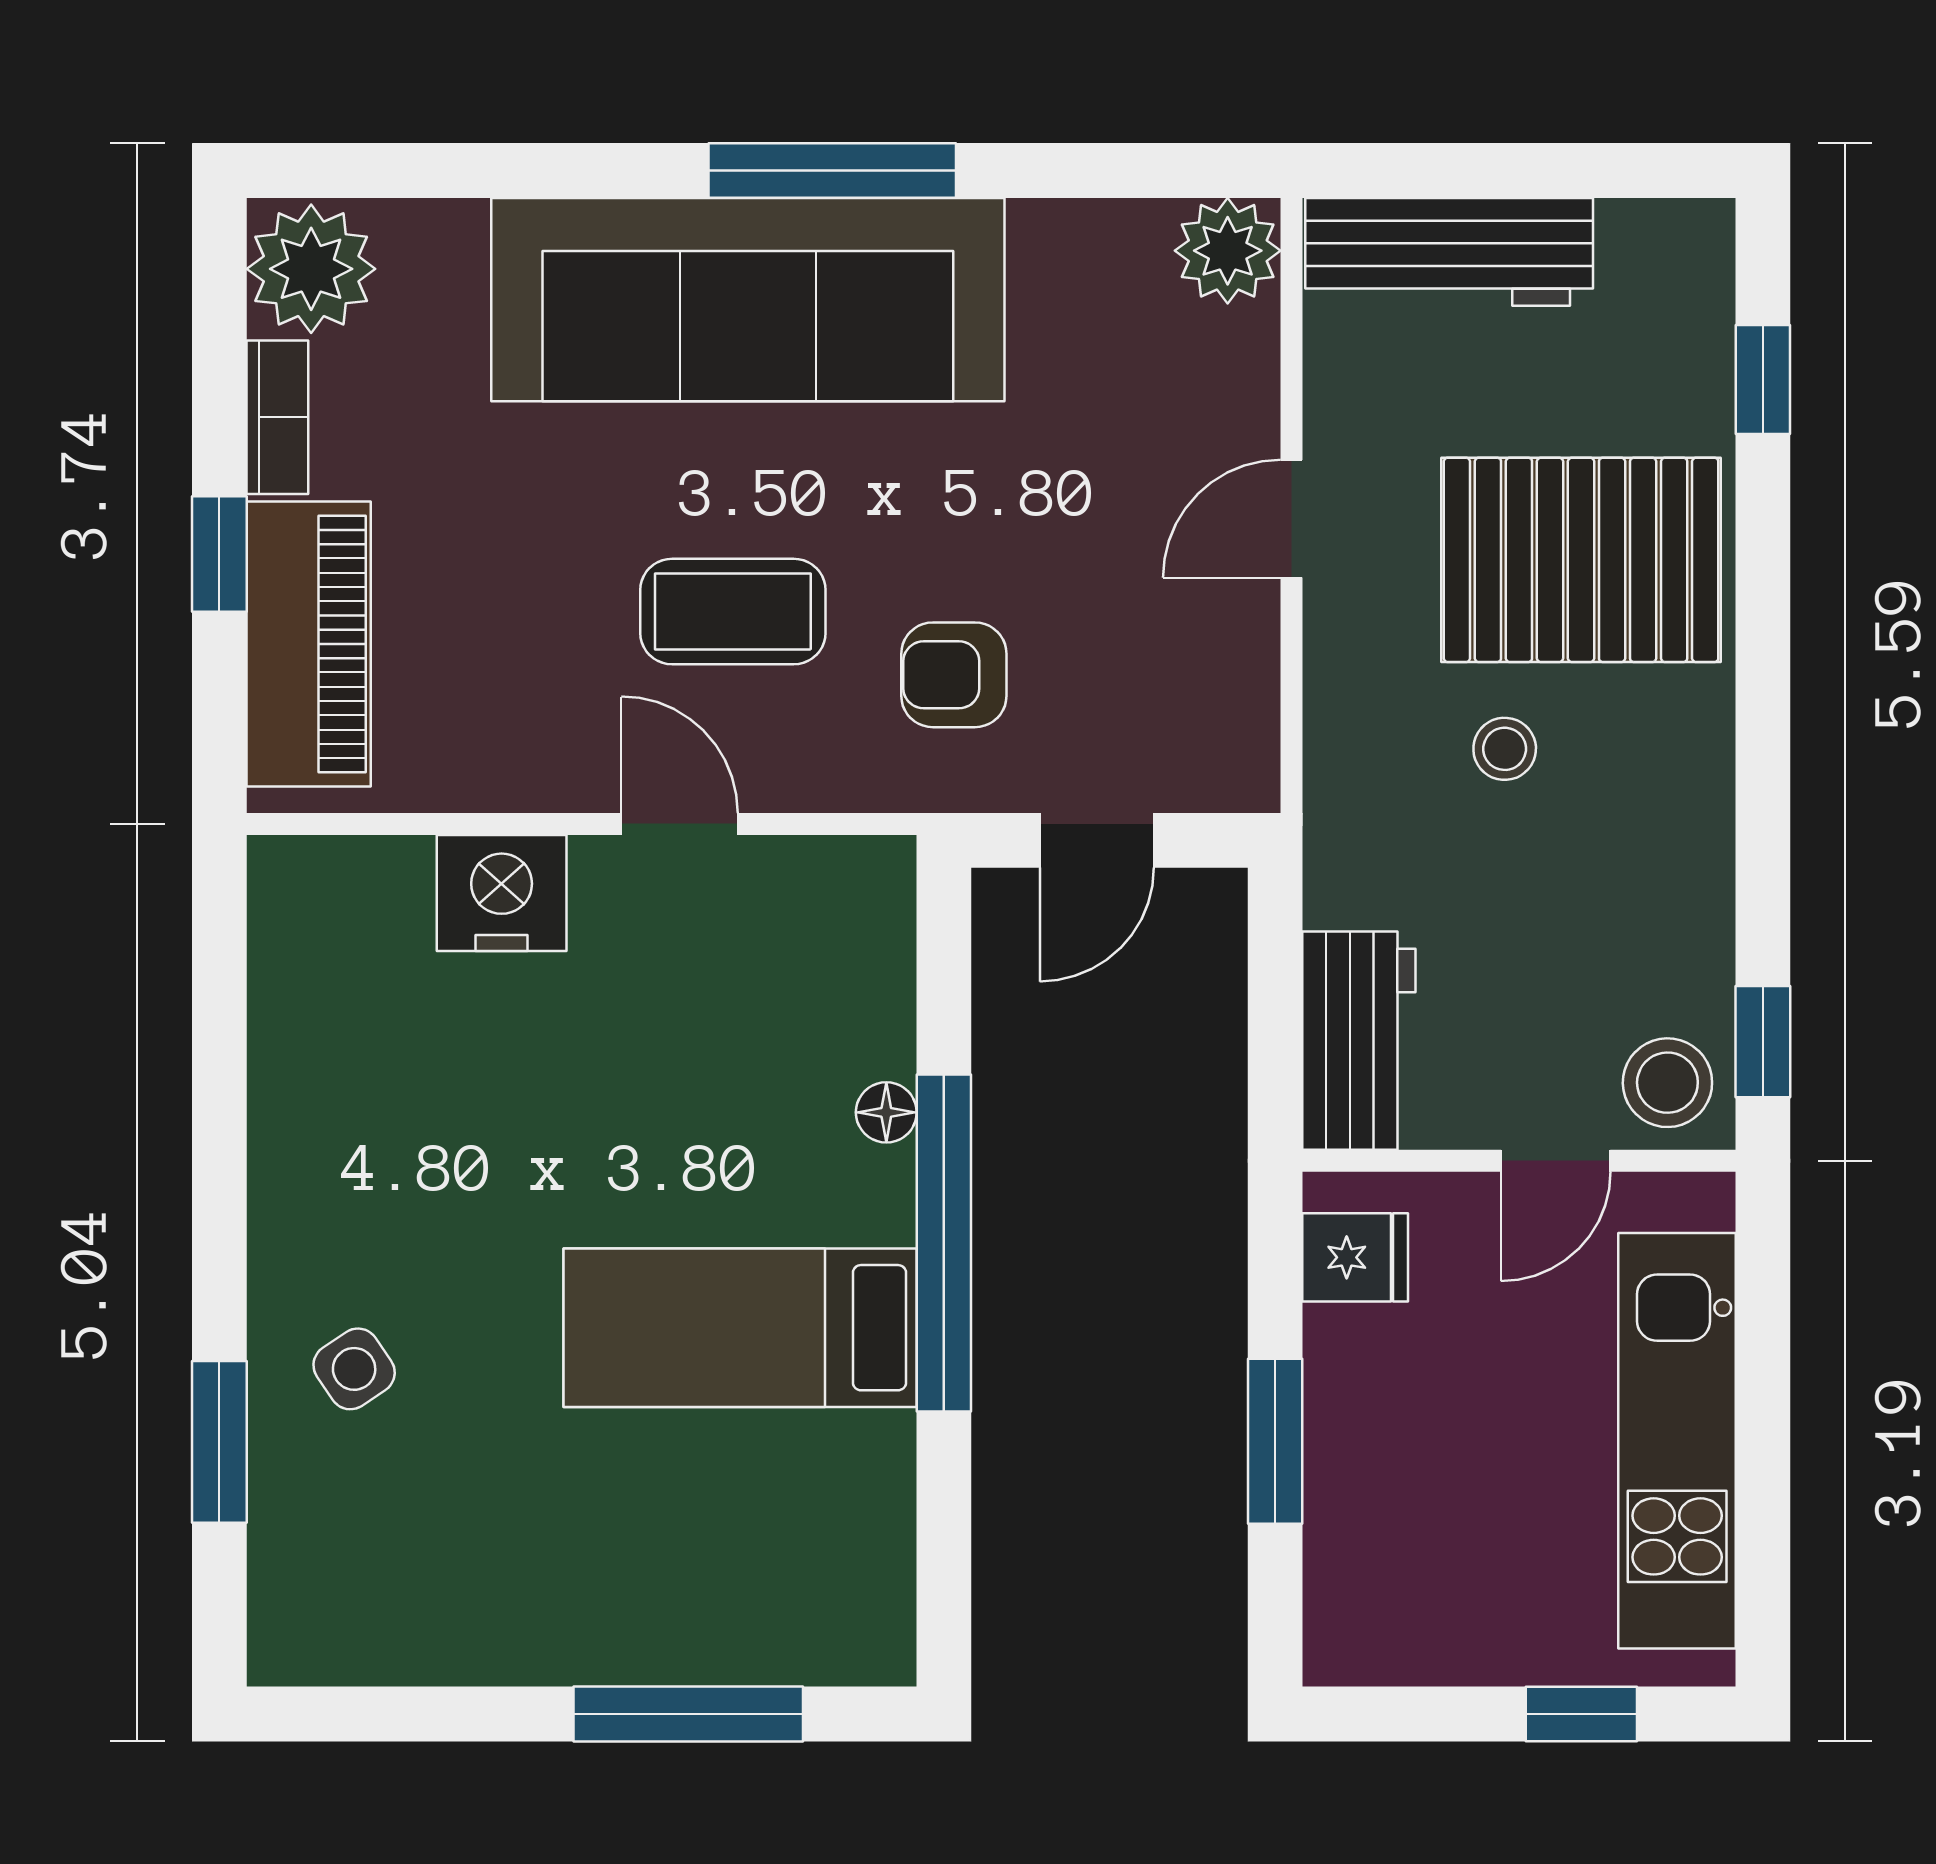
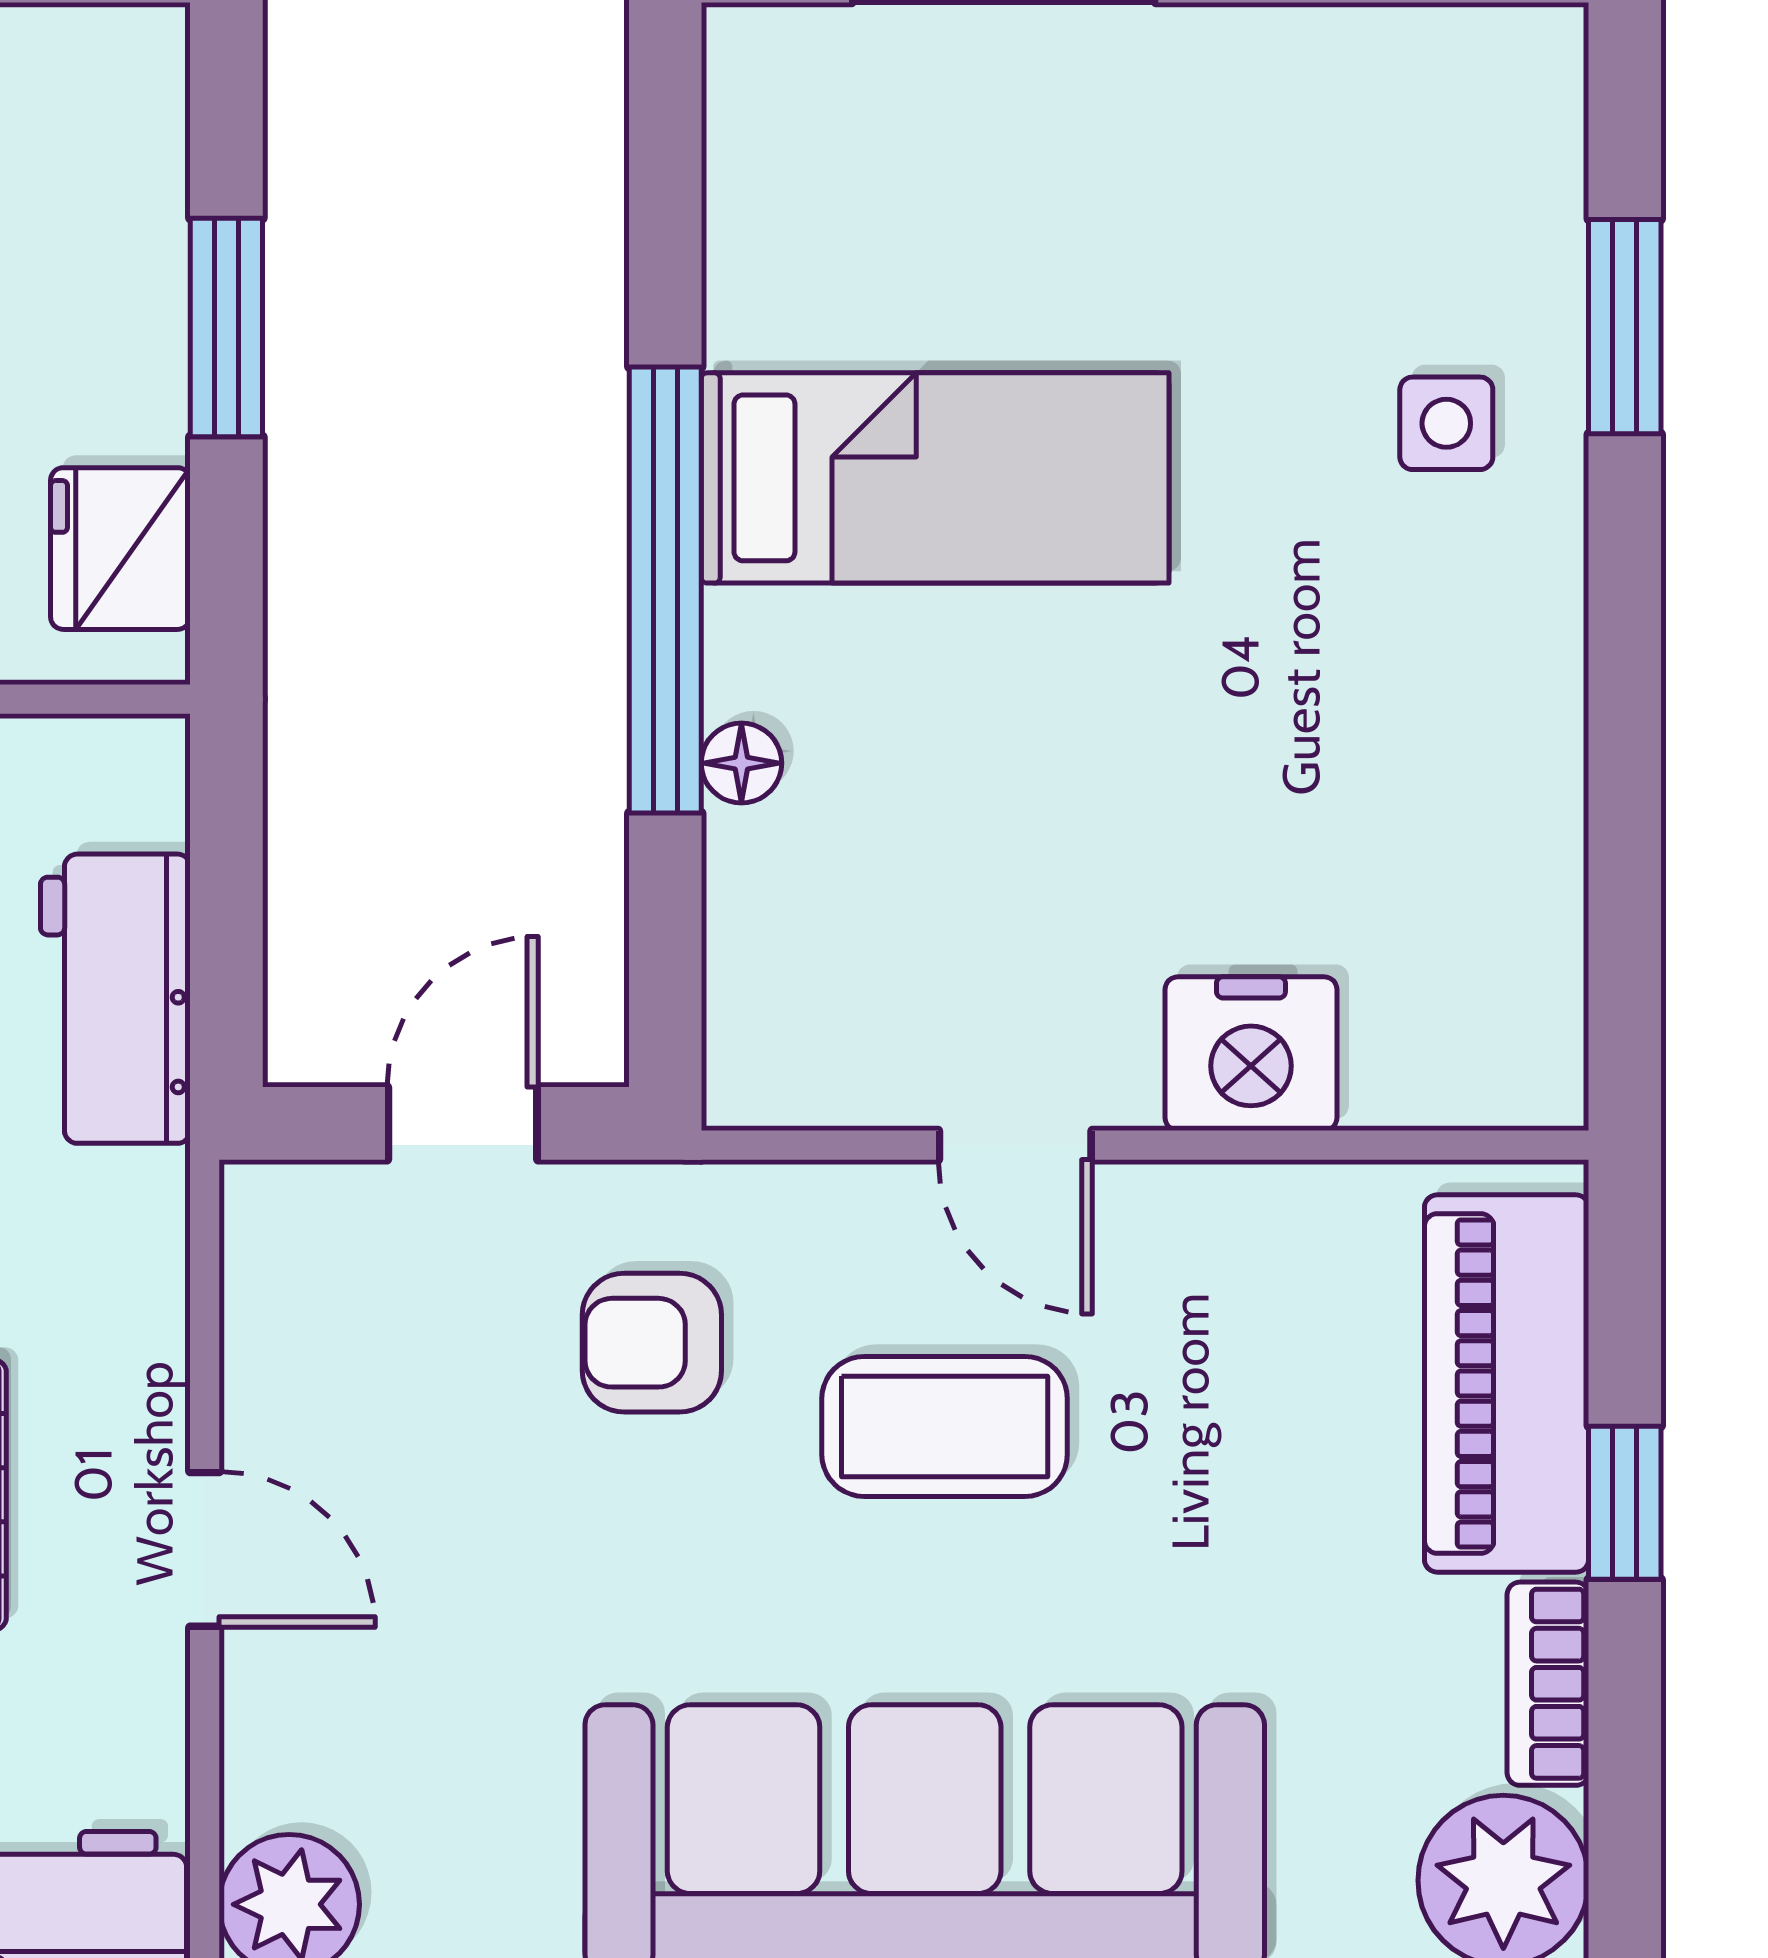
door: (1291, 519) -> (205, 1549), hinge flipped
armchair: (954, 675) -> (652, 1343), turned 180
workbench: (1359, 1041) -> (115, 999), moved
fridge: (1355, 1257) -> (120, 549), width x1.38
side table: (354, 1369) -> (1446, 423), turned 34

